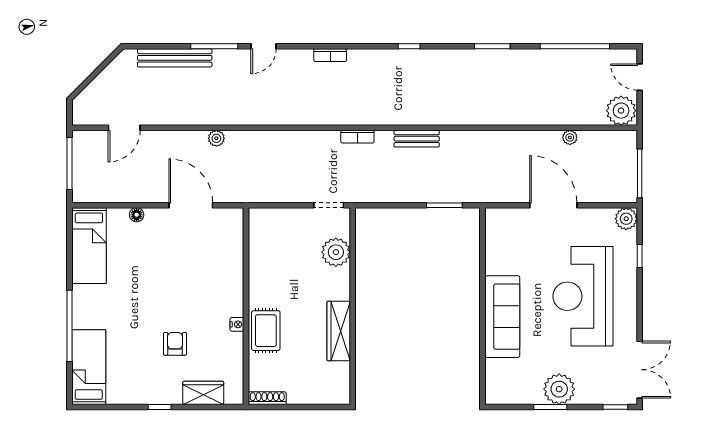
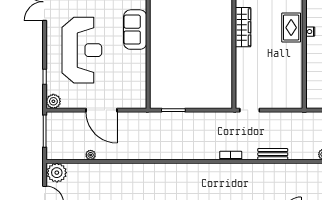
bench: (417, 139) -> (273, 154), moved
plant: (336, 252) -> (245, 79), removed
sofa: (502, 317) -> (135, 30), width x0.73

